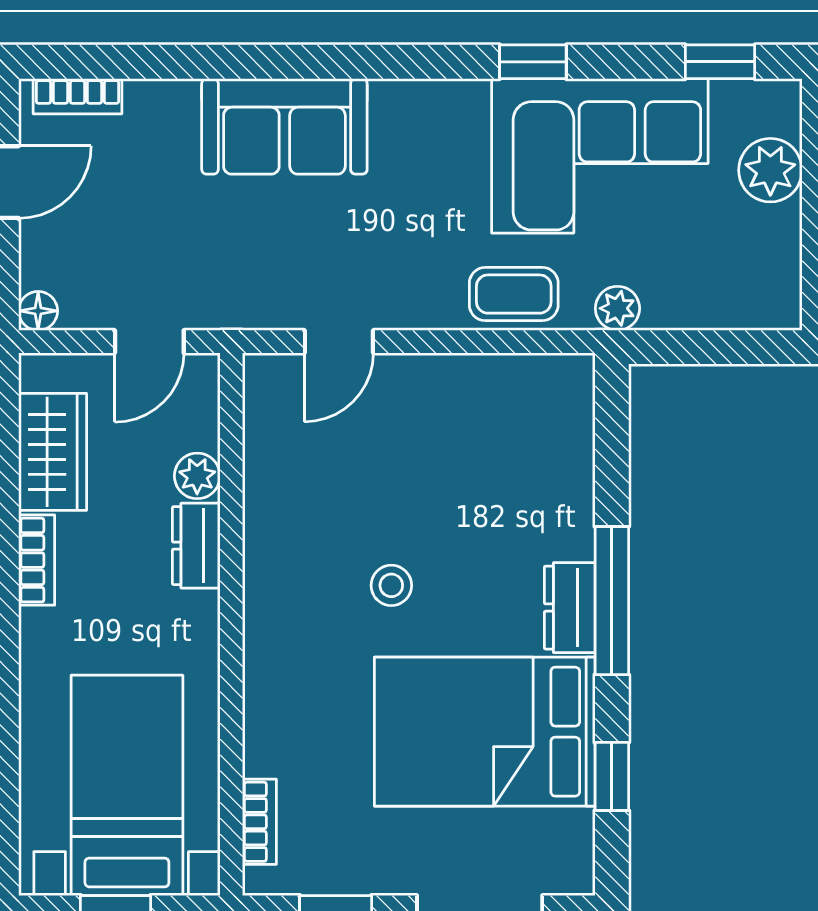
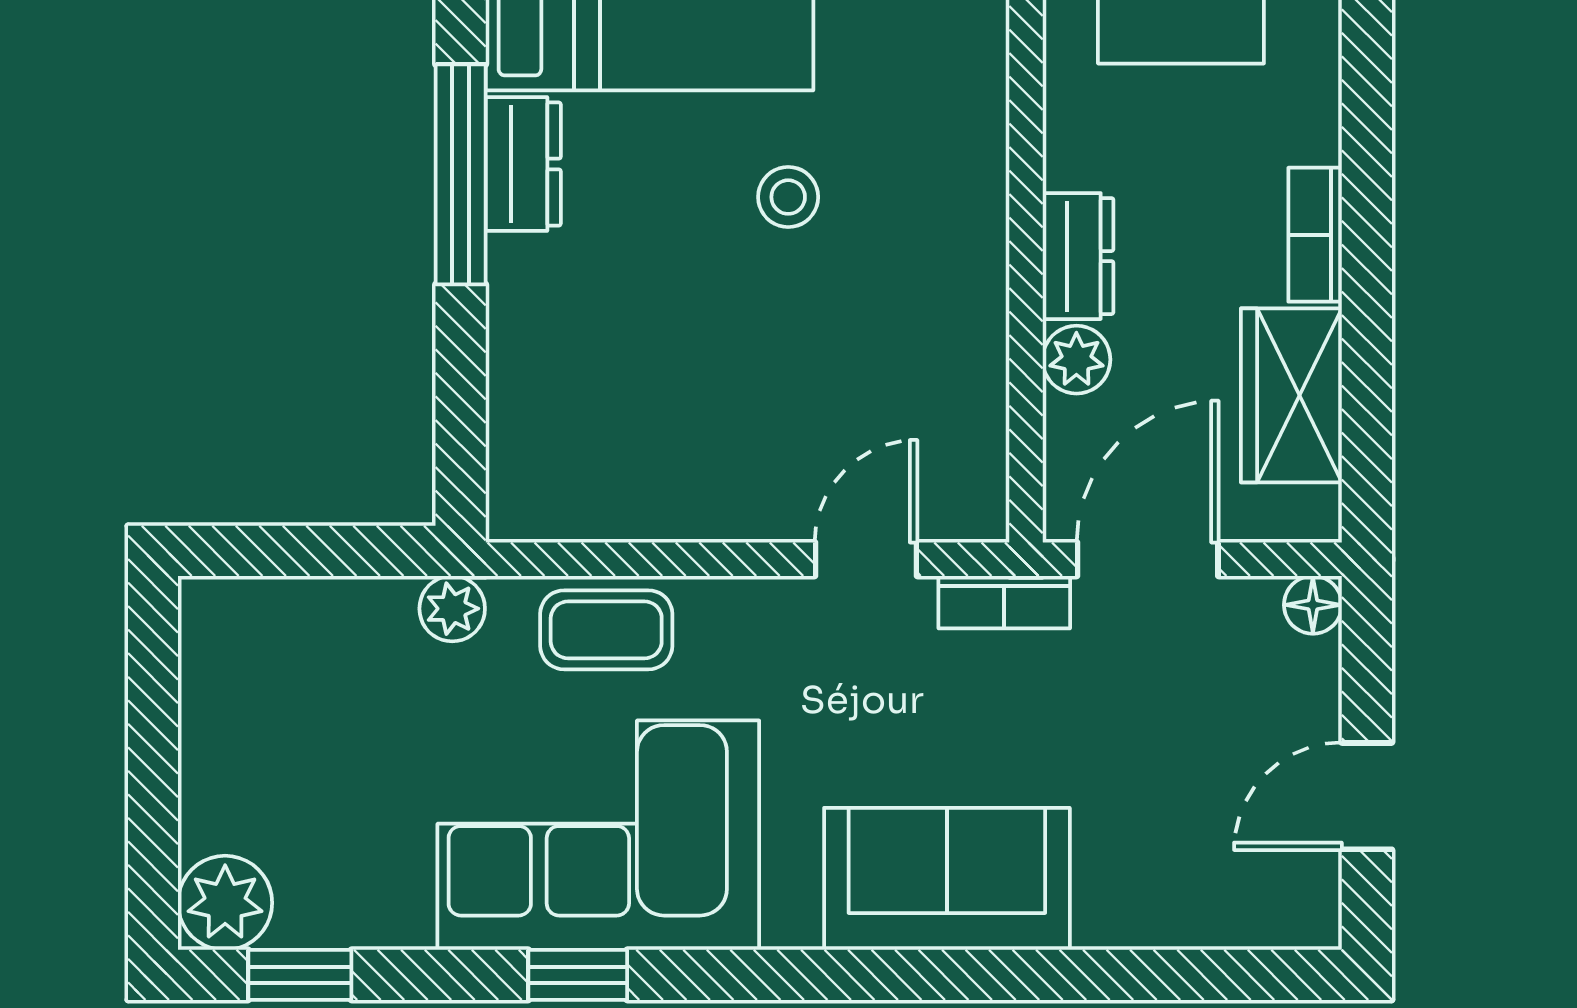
bookcase: (77, 96) -> (1004, 602), moved, turned 180
corner sofa: (600, 156) -> (598, 835), moved
plant: (770, 170) -> (225, 903), moved
door: (149, 342) -> (1148, 559), width x1.38

